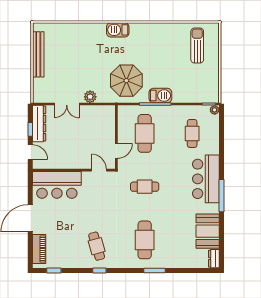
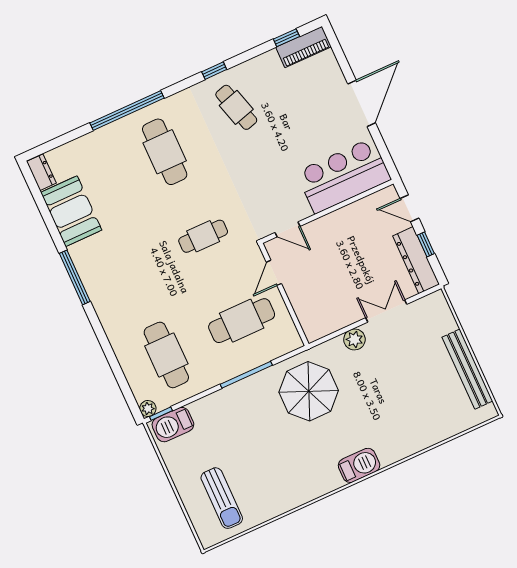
barbecue: (160, 96) -> (173, 425), moved
cafe table: (145, 133) -> (242, 321), turned 90
cafe table: (192, 133) -> (166, 355), width x1.37, depth x1.35
bar counter: (206, 179) -> (112, 293), removed
piano: (39, 249) -> (303, 47), moved, turned -90
window: (154, 271) -> (127, 110), width x2.11

